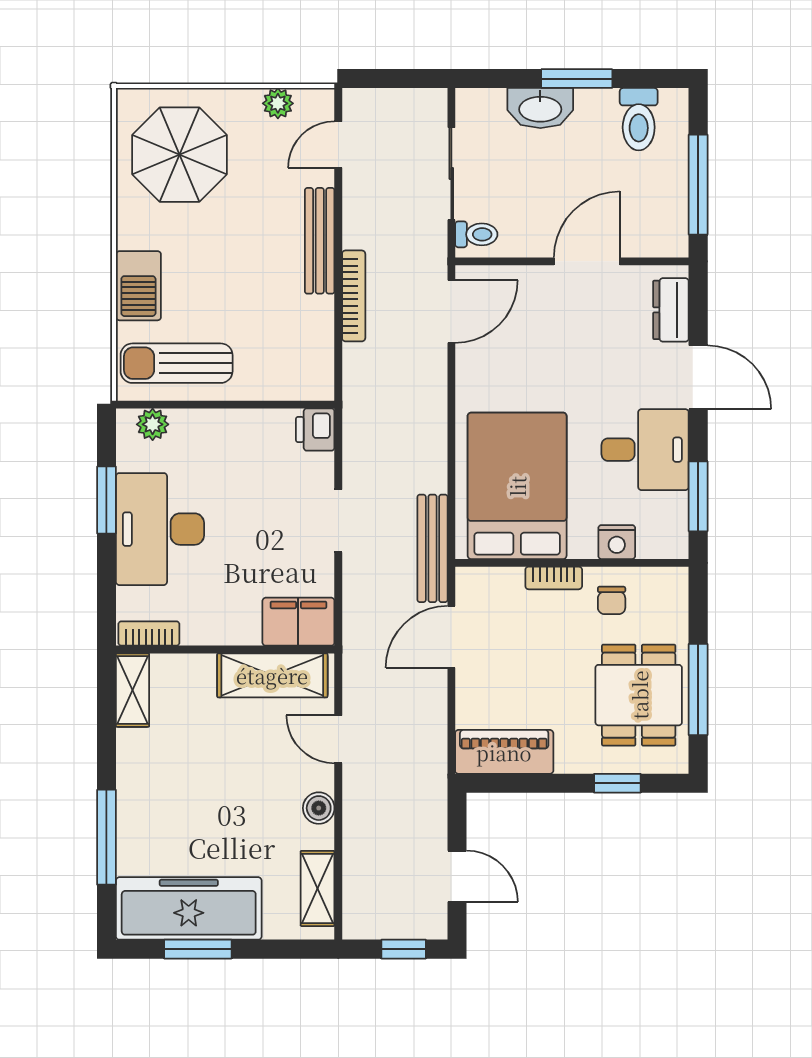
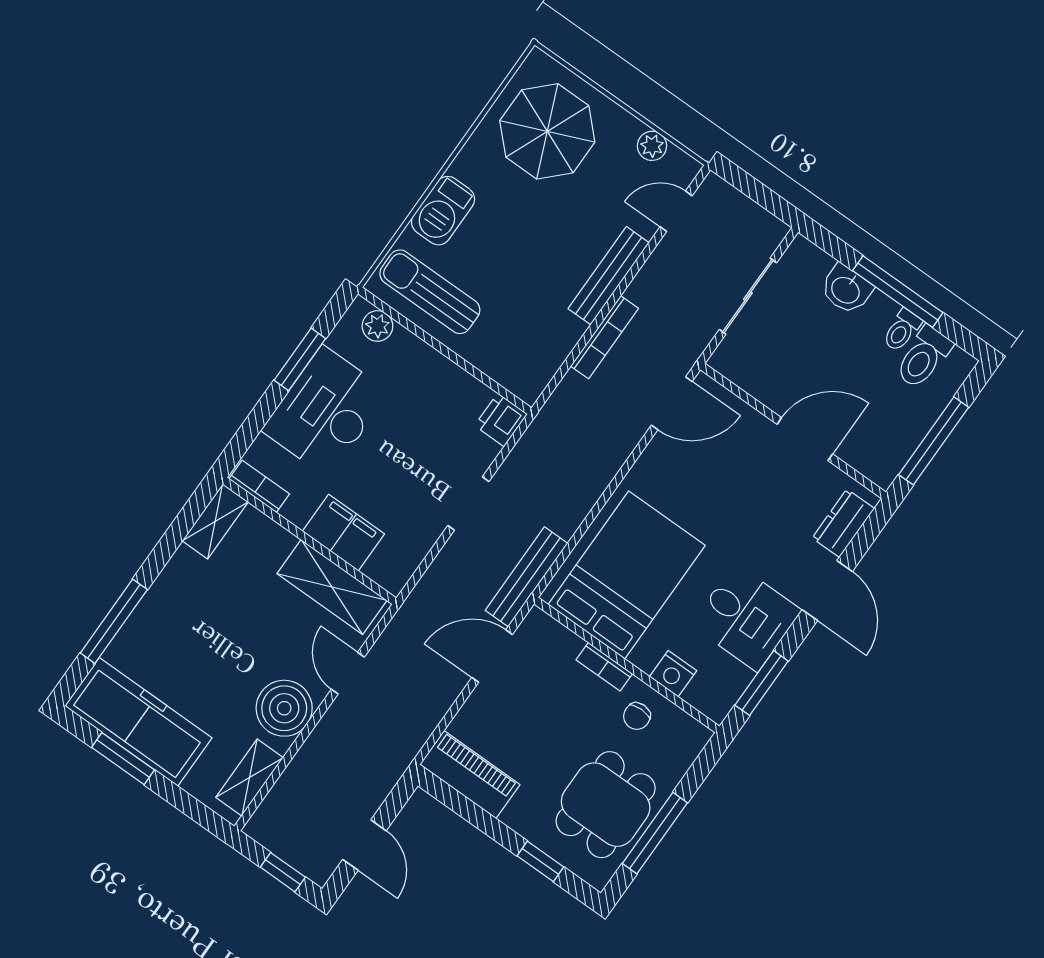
window: (577, 79) -> (898, 292), width x1.44
washbasin: (540, 108) -> (846, 289), width x0.72
toilet: (476, 234) -> (902, 330), moved, turned 90
filing cabinet: (298, 622) -> (343, 533), moved
boiler: (319, 808) -> (284, 708), width x1.86, depth x1.86

